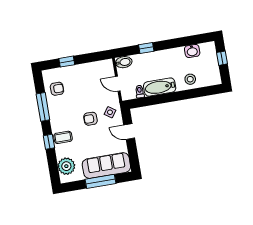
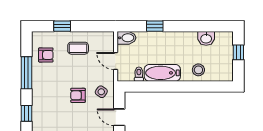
coffee table: (63, 137) -> (78, 48), moved

